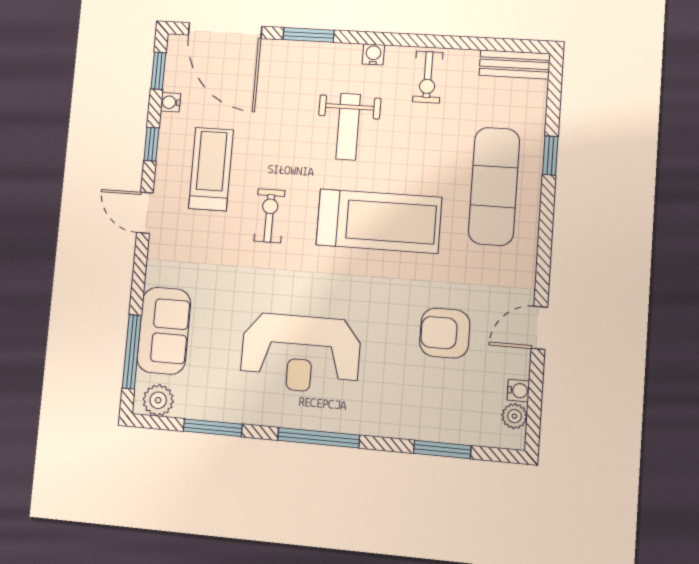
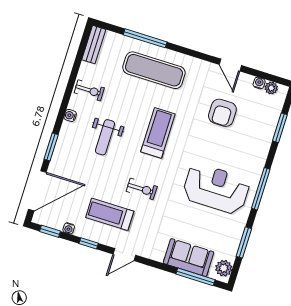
weight bench: (348, 127) -> (105, 137), turned 90
window: (550, 156) -> (145, 38), width x2.17
exercise bike: (269, 216) -> (142, 189), turned 180
treadmill: (379, 221) -> (158, 133), width x0.73, depth x0.73
reception desk: (300, 353) -> (216, 189), turned -90

